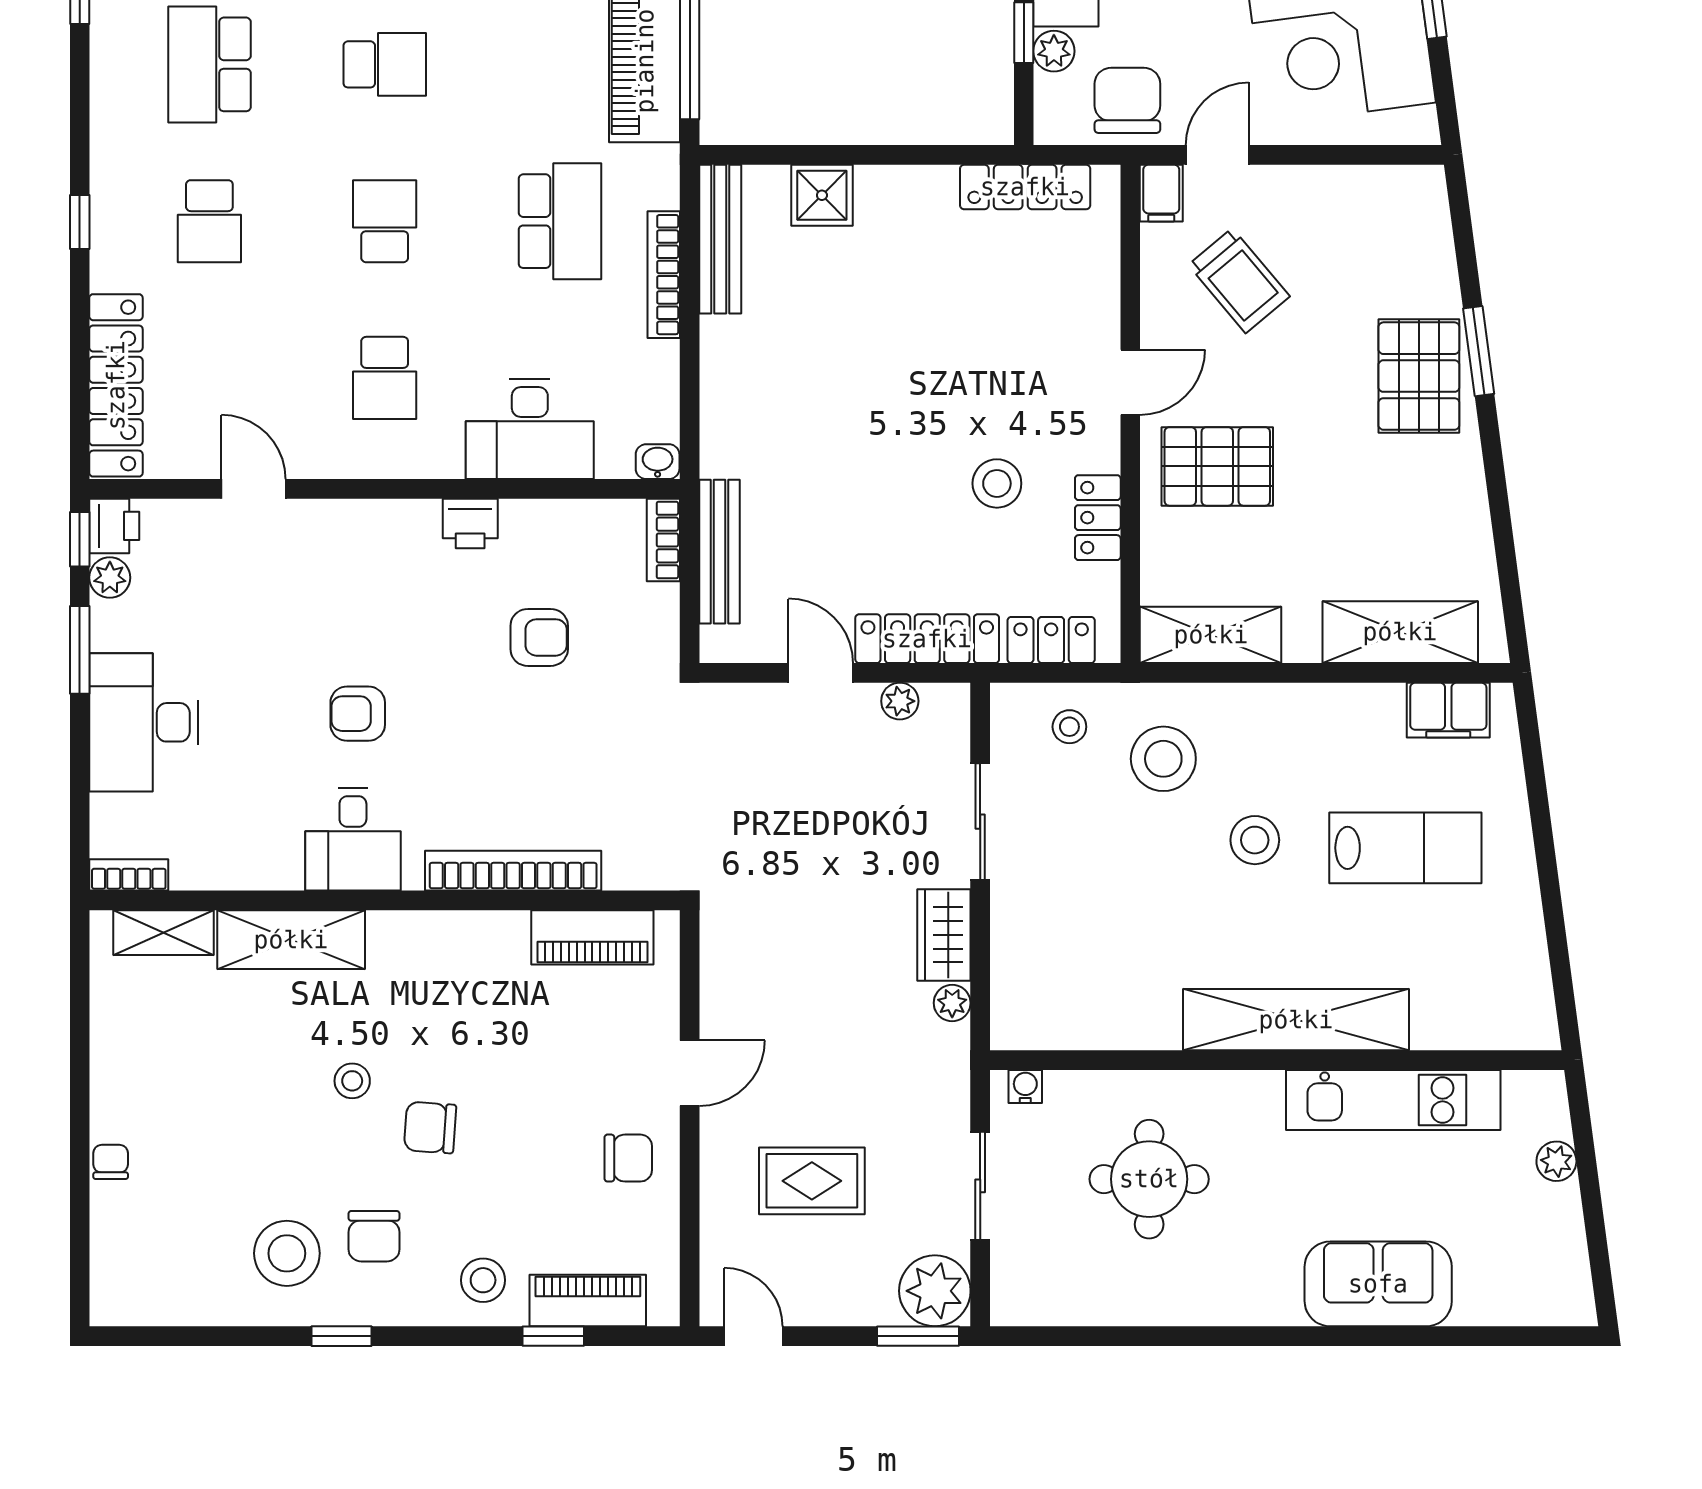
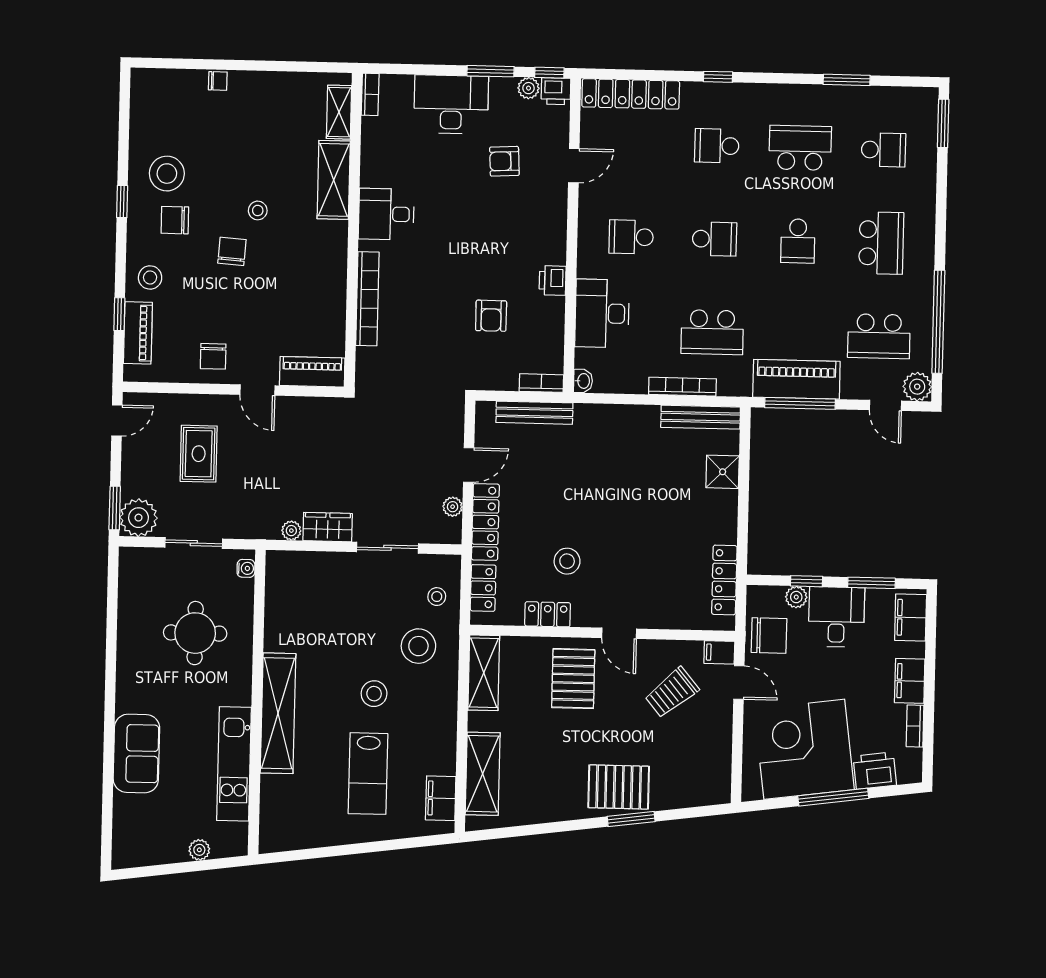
armchair: (358, 714) -> (504, 161), moved, turned -93
piano: (592, 937) -> (312, 372), moved, turned 90

